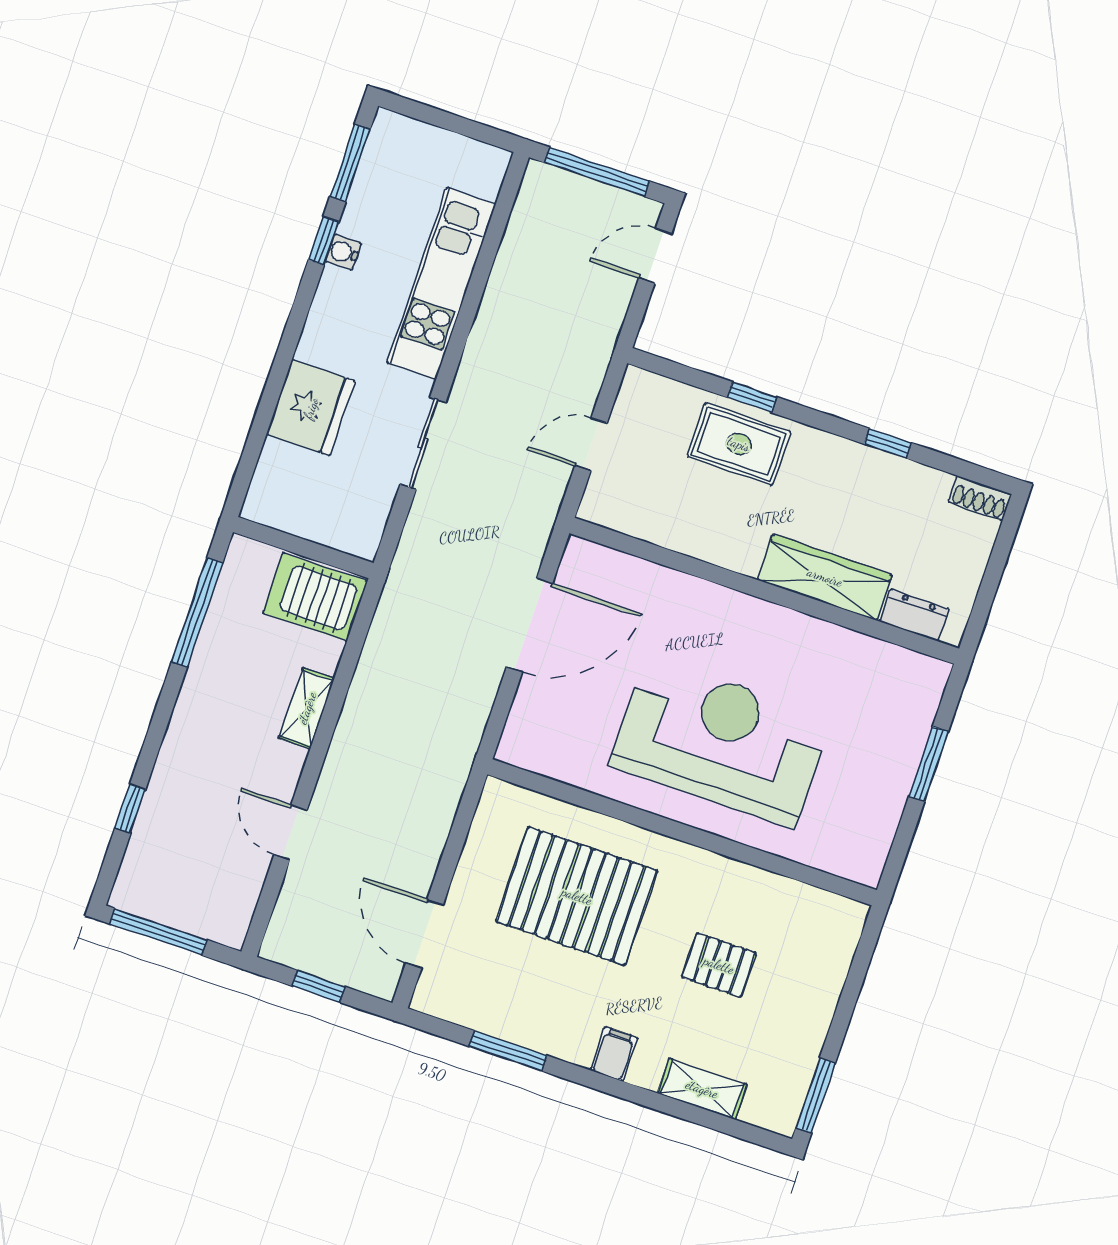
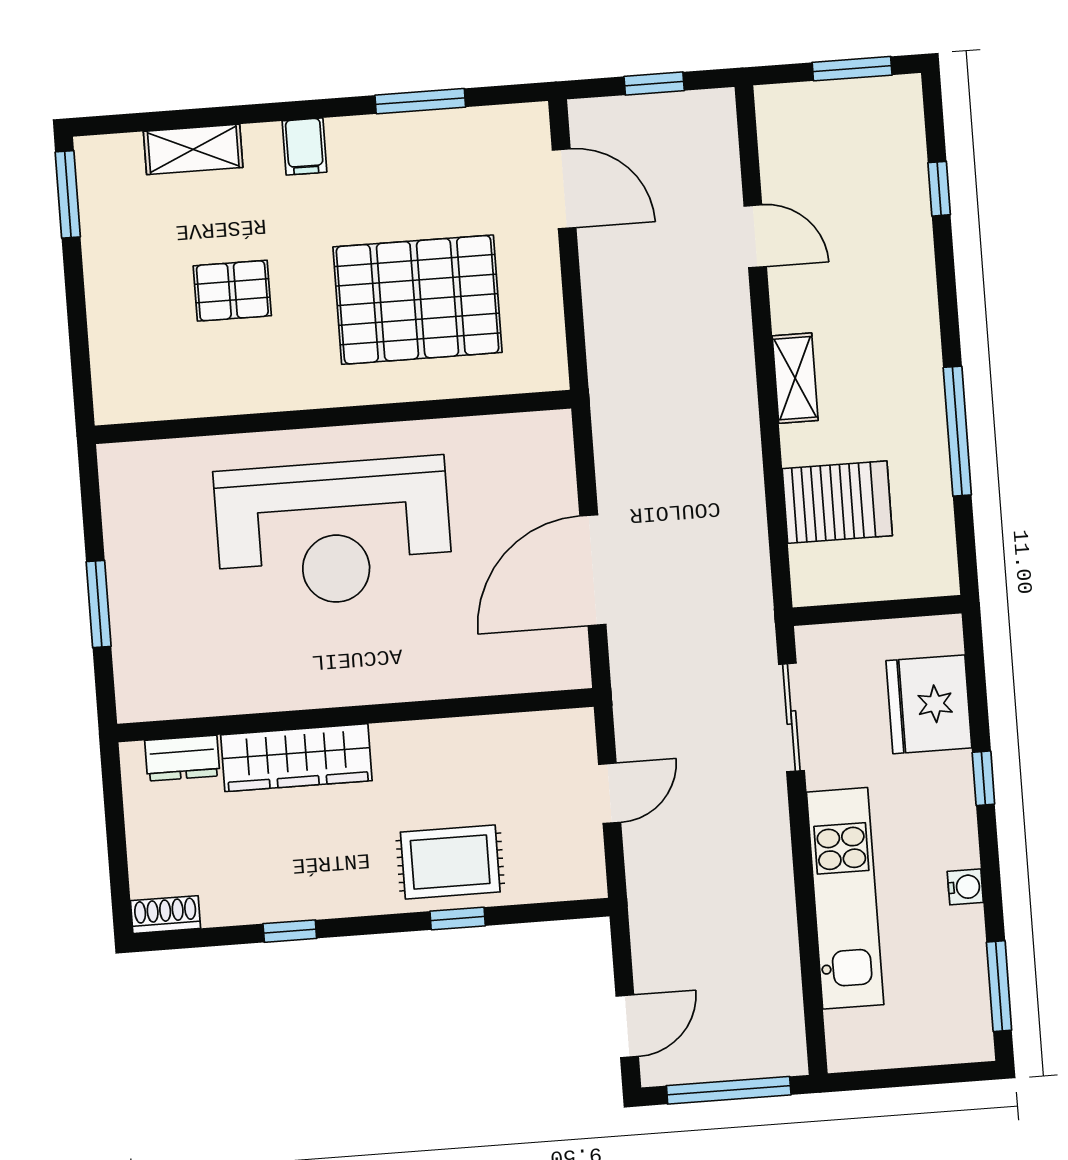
window: (324, 241) -> (983, 778), moved
wall: (303, 548) -> (877, 610), moved
window: (158, 932) -> (852, 69), width x0.69

